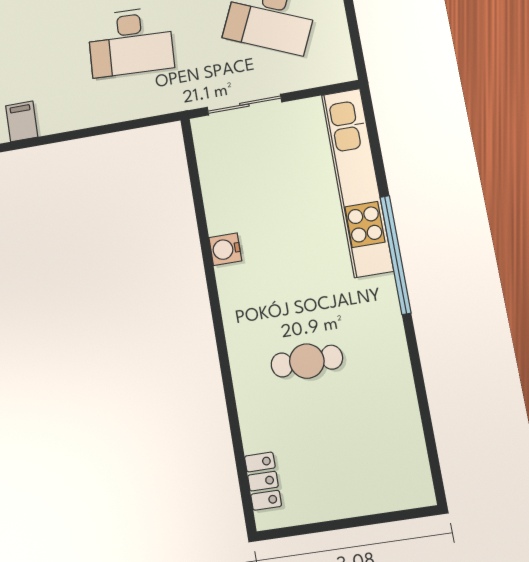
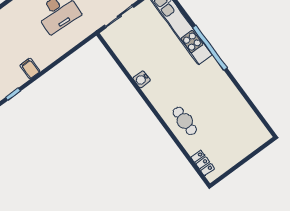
cafe table: (307, 361) -> (185, 121), moved, turned 90

